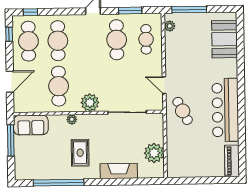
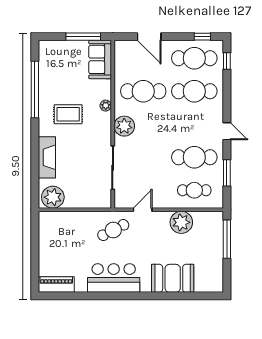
plant: (170, 26) -> (181, 222), moved, width x1.88, depth x1.88
booth: (224, 39) -> (173, 278), moved
bar counter: (225, 110) -> (114, 278), width x0.73
plant: (154, 153) -> (53, 197), moved

